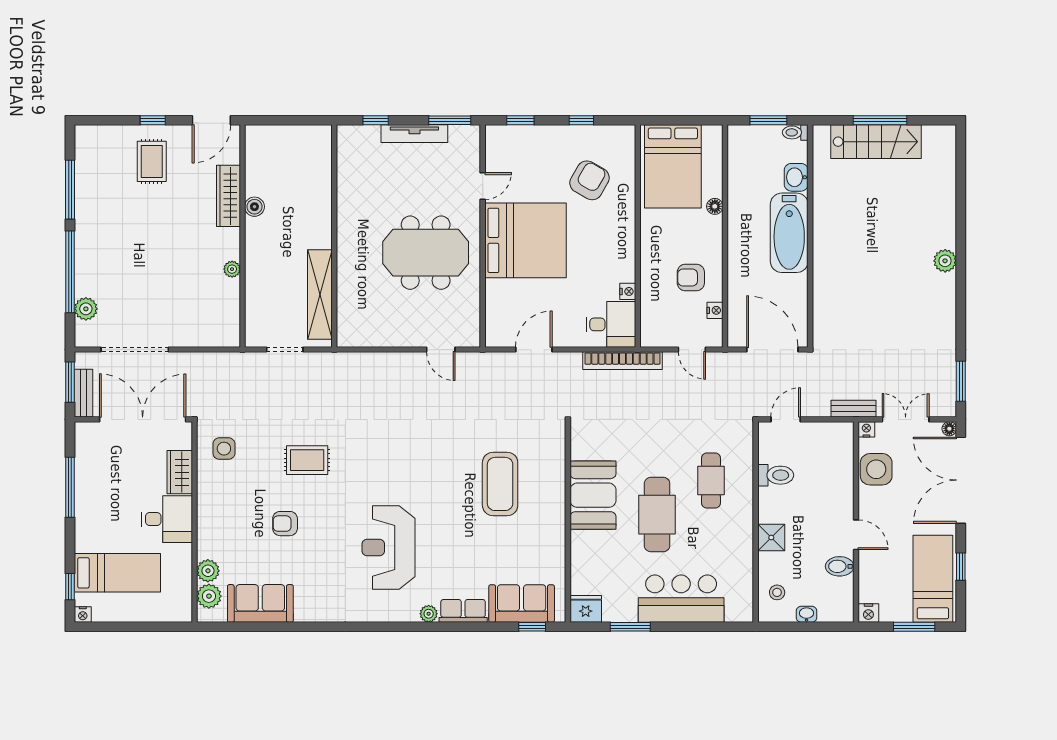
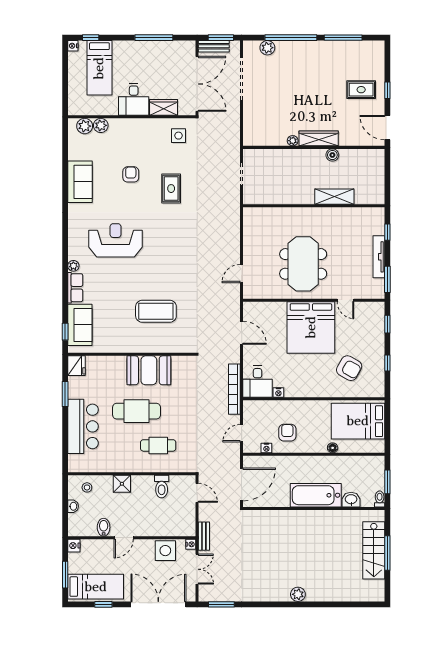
wardrobe: (228, 196) -> (319, 138), moved
shelving: (320, 295) -> (334, 197), moved, width x0.68
floor lamp: (949, 429) -> (191, 597), removed
sofa: (260, 603) -> (80, 182), moved

